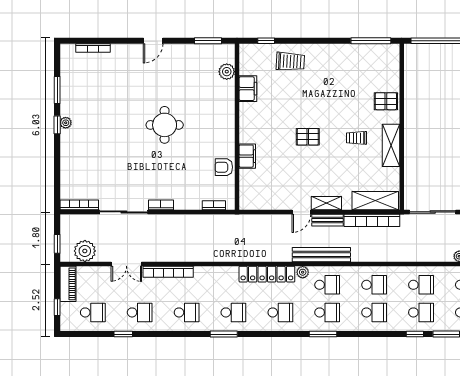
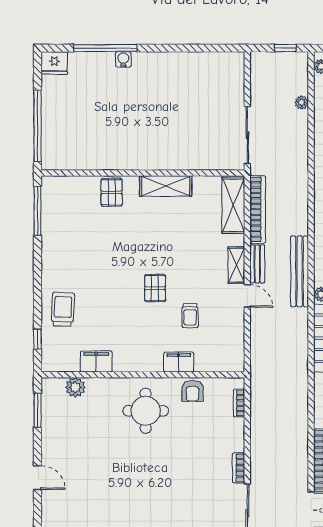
round table: (165, 125) -> (146, 411), moved
trolley: (357, 138) -> (190, 316), moved

